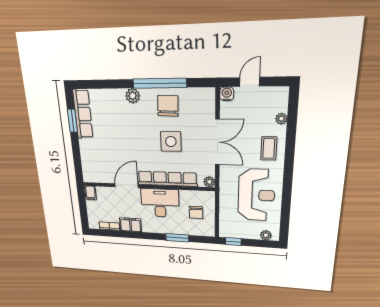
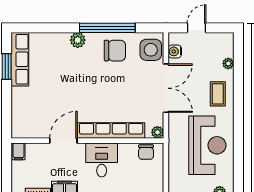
water cooler: (227, 94) -> (175, 51), moved, turned -90
chair: (168, 106) -> (115, 51), turned 88
side table: (171, 142) -> (151, 50), moved
desk: (160, 203) -> (102, 160), width x0.73
chair: (196, 212) -> (146, 152), moved

